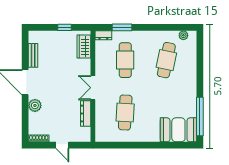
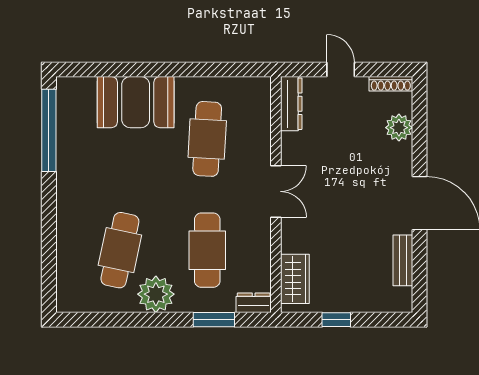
plant: (183, 35) -> (156, 294), moved, width x1.87, depth x1.87
plant: (35, 105) -> (399, 128), moved
dresser: (86, 114) -> (291, 104), moved
booth: (178, 130) -> (136, 102), moved

